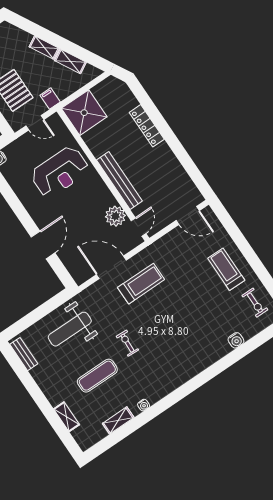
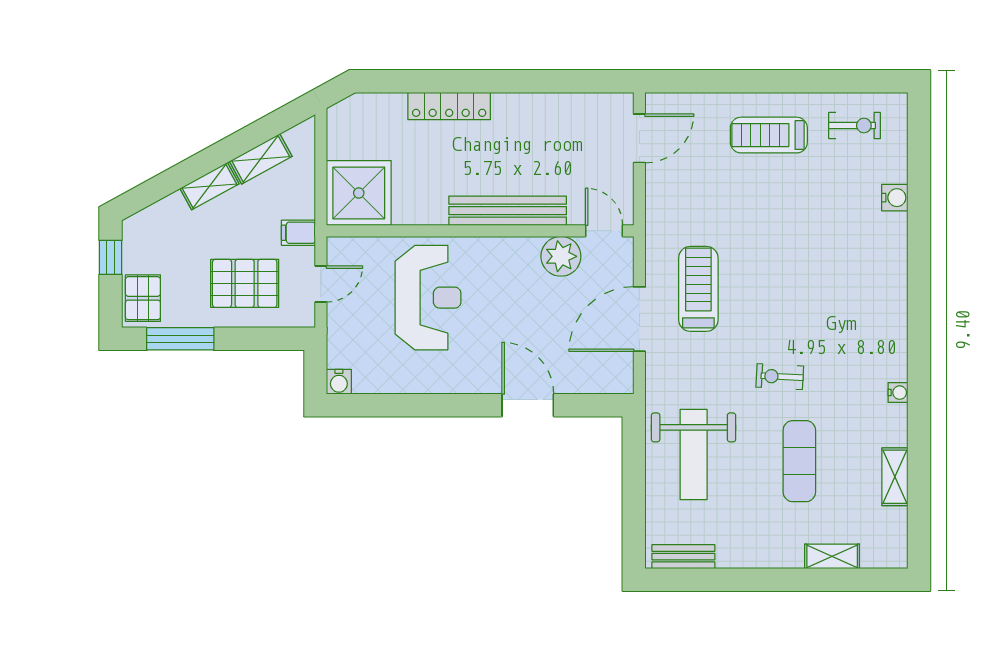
water cooler: (144, 405) -> (898, 393), moved

